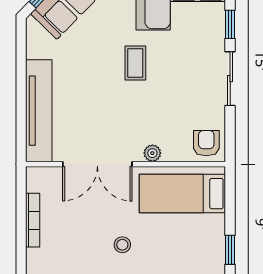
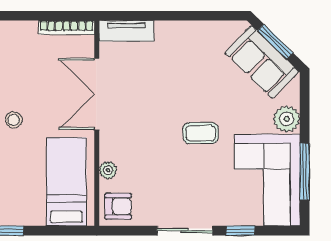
tv unit: (39, 111) -> (126, 31), width x0.52, depth x0.78
plant: (152, 153) -> (108, 170), moved
bookcase: (33, 220) -> (67, 28), moved

